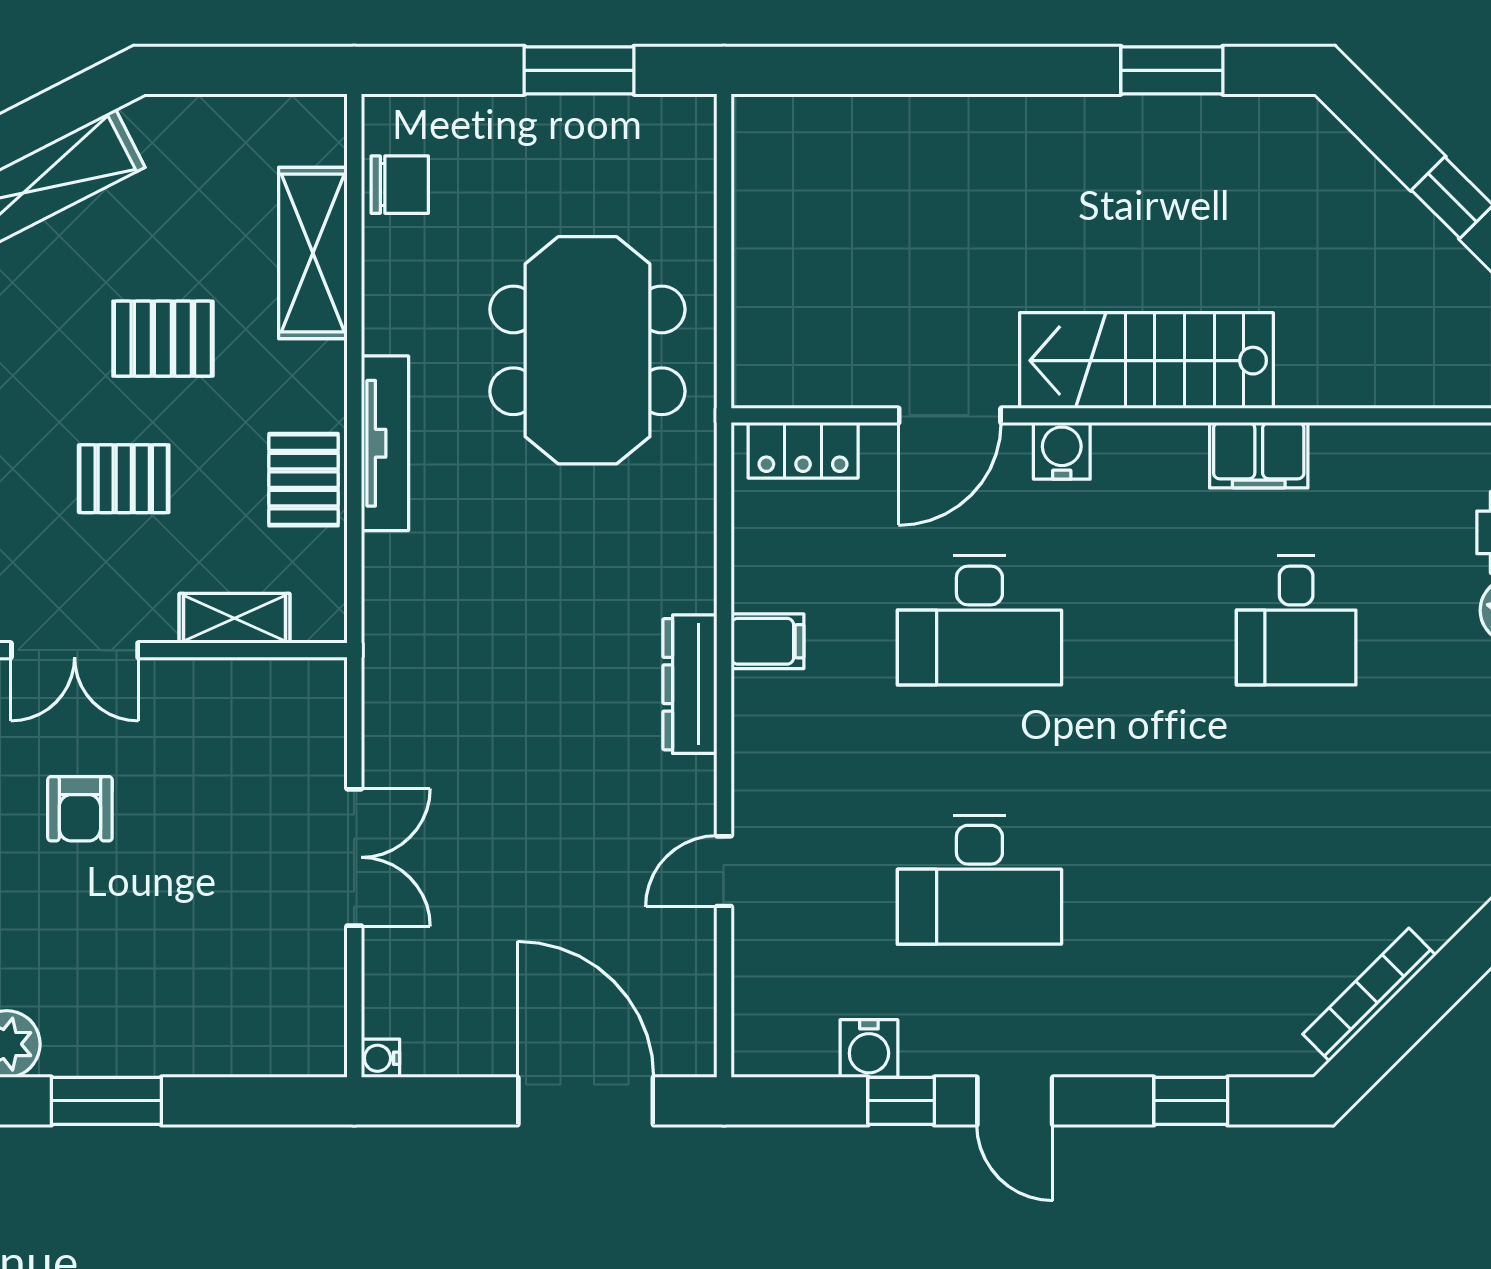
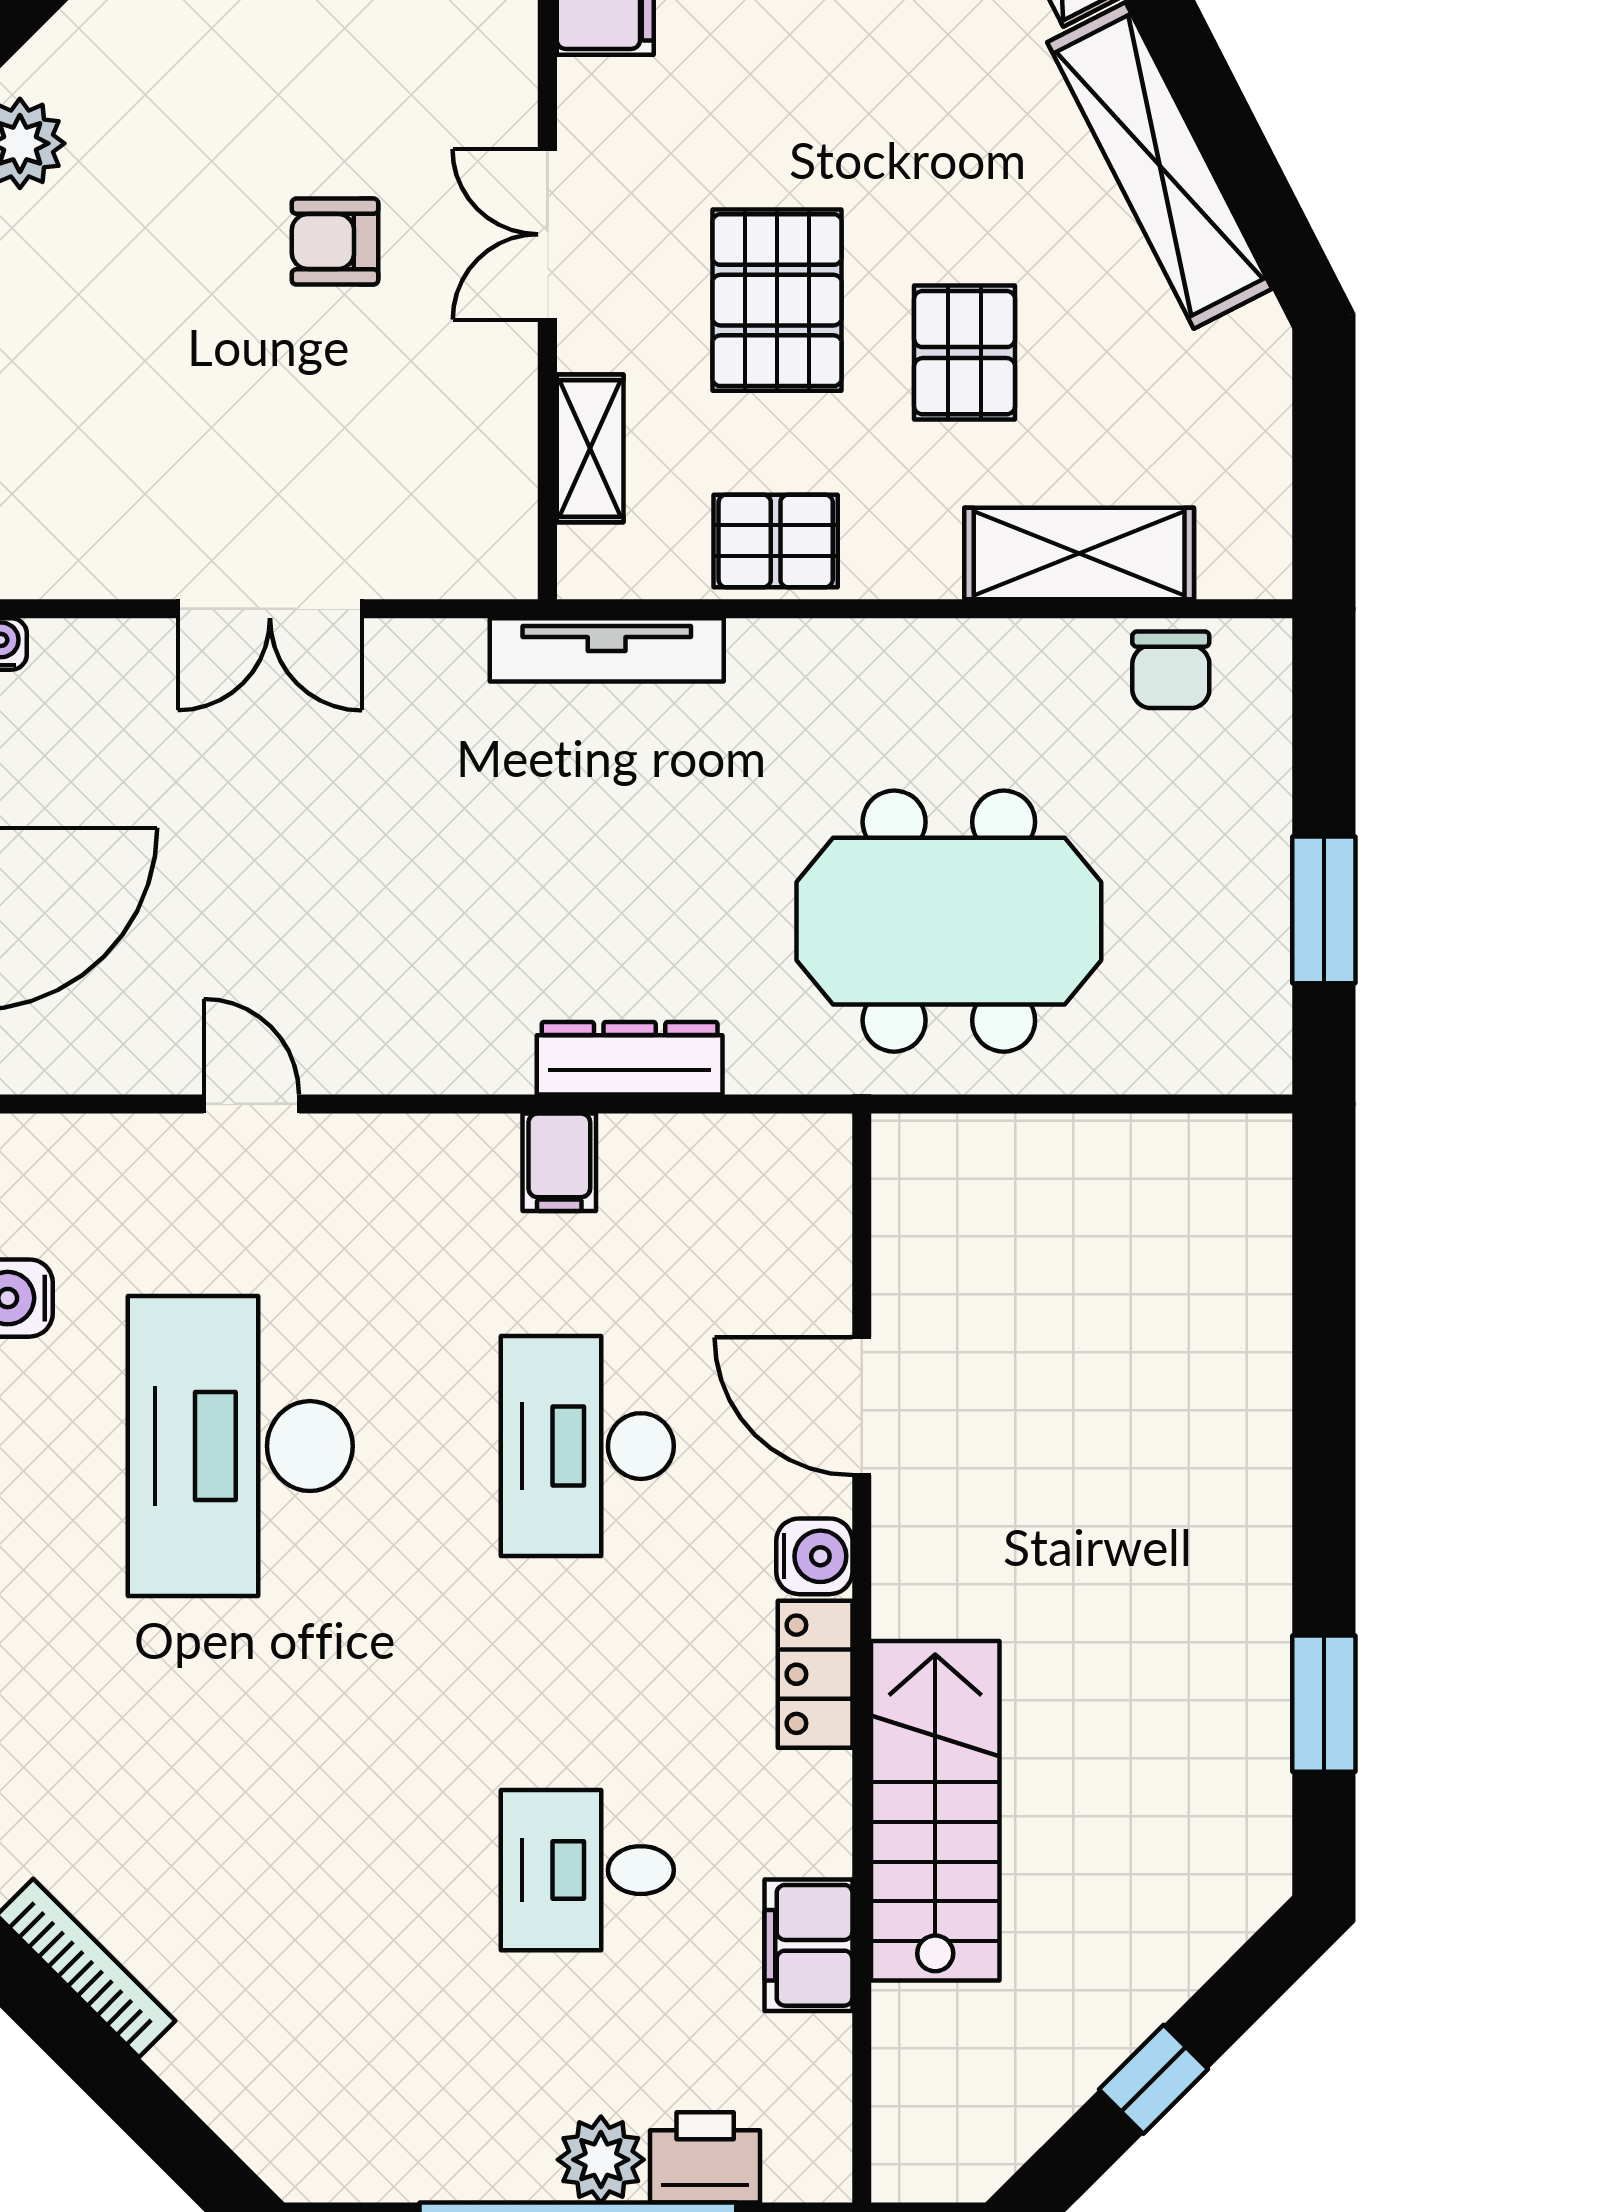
stairs: (1146, 361) -> (935, 1811), moved
tv unit: (385, 443) -> (607, 650), moved
locker: (803, 450) -> (815, 1674), moved
filing cabinet: (1259, 455) -> (808, 1945), moved
pallet: (124, 479) -> (777, 300), width x1.50, depth x1.42
dresser: (690, 684) -> (630, 1058), moved
desk: (979, 880) -> (240, 1446), width x1.36, depth x1.30

